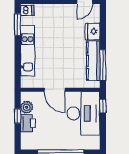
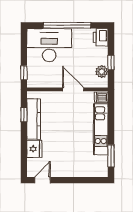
dishwasher: (27, 10) -> (101, 97), moved
window: (103, 65) -> (24, 115), width x0.46
desk: (84, 113) -> (49, 45), moved, turned 90
printer: (28, 123) -> (101, 37), moved

